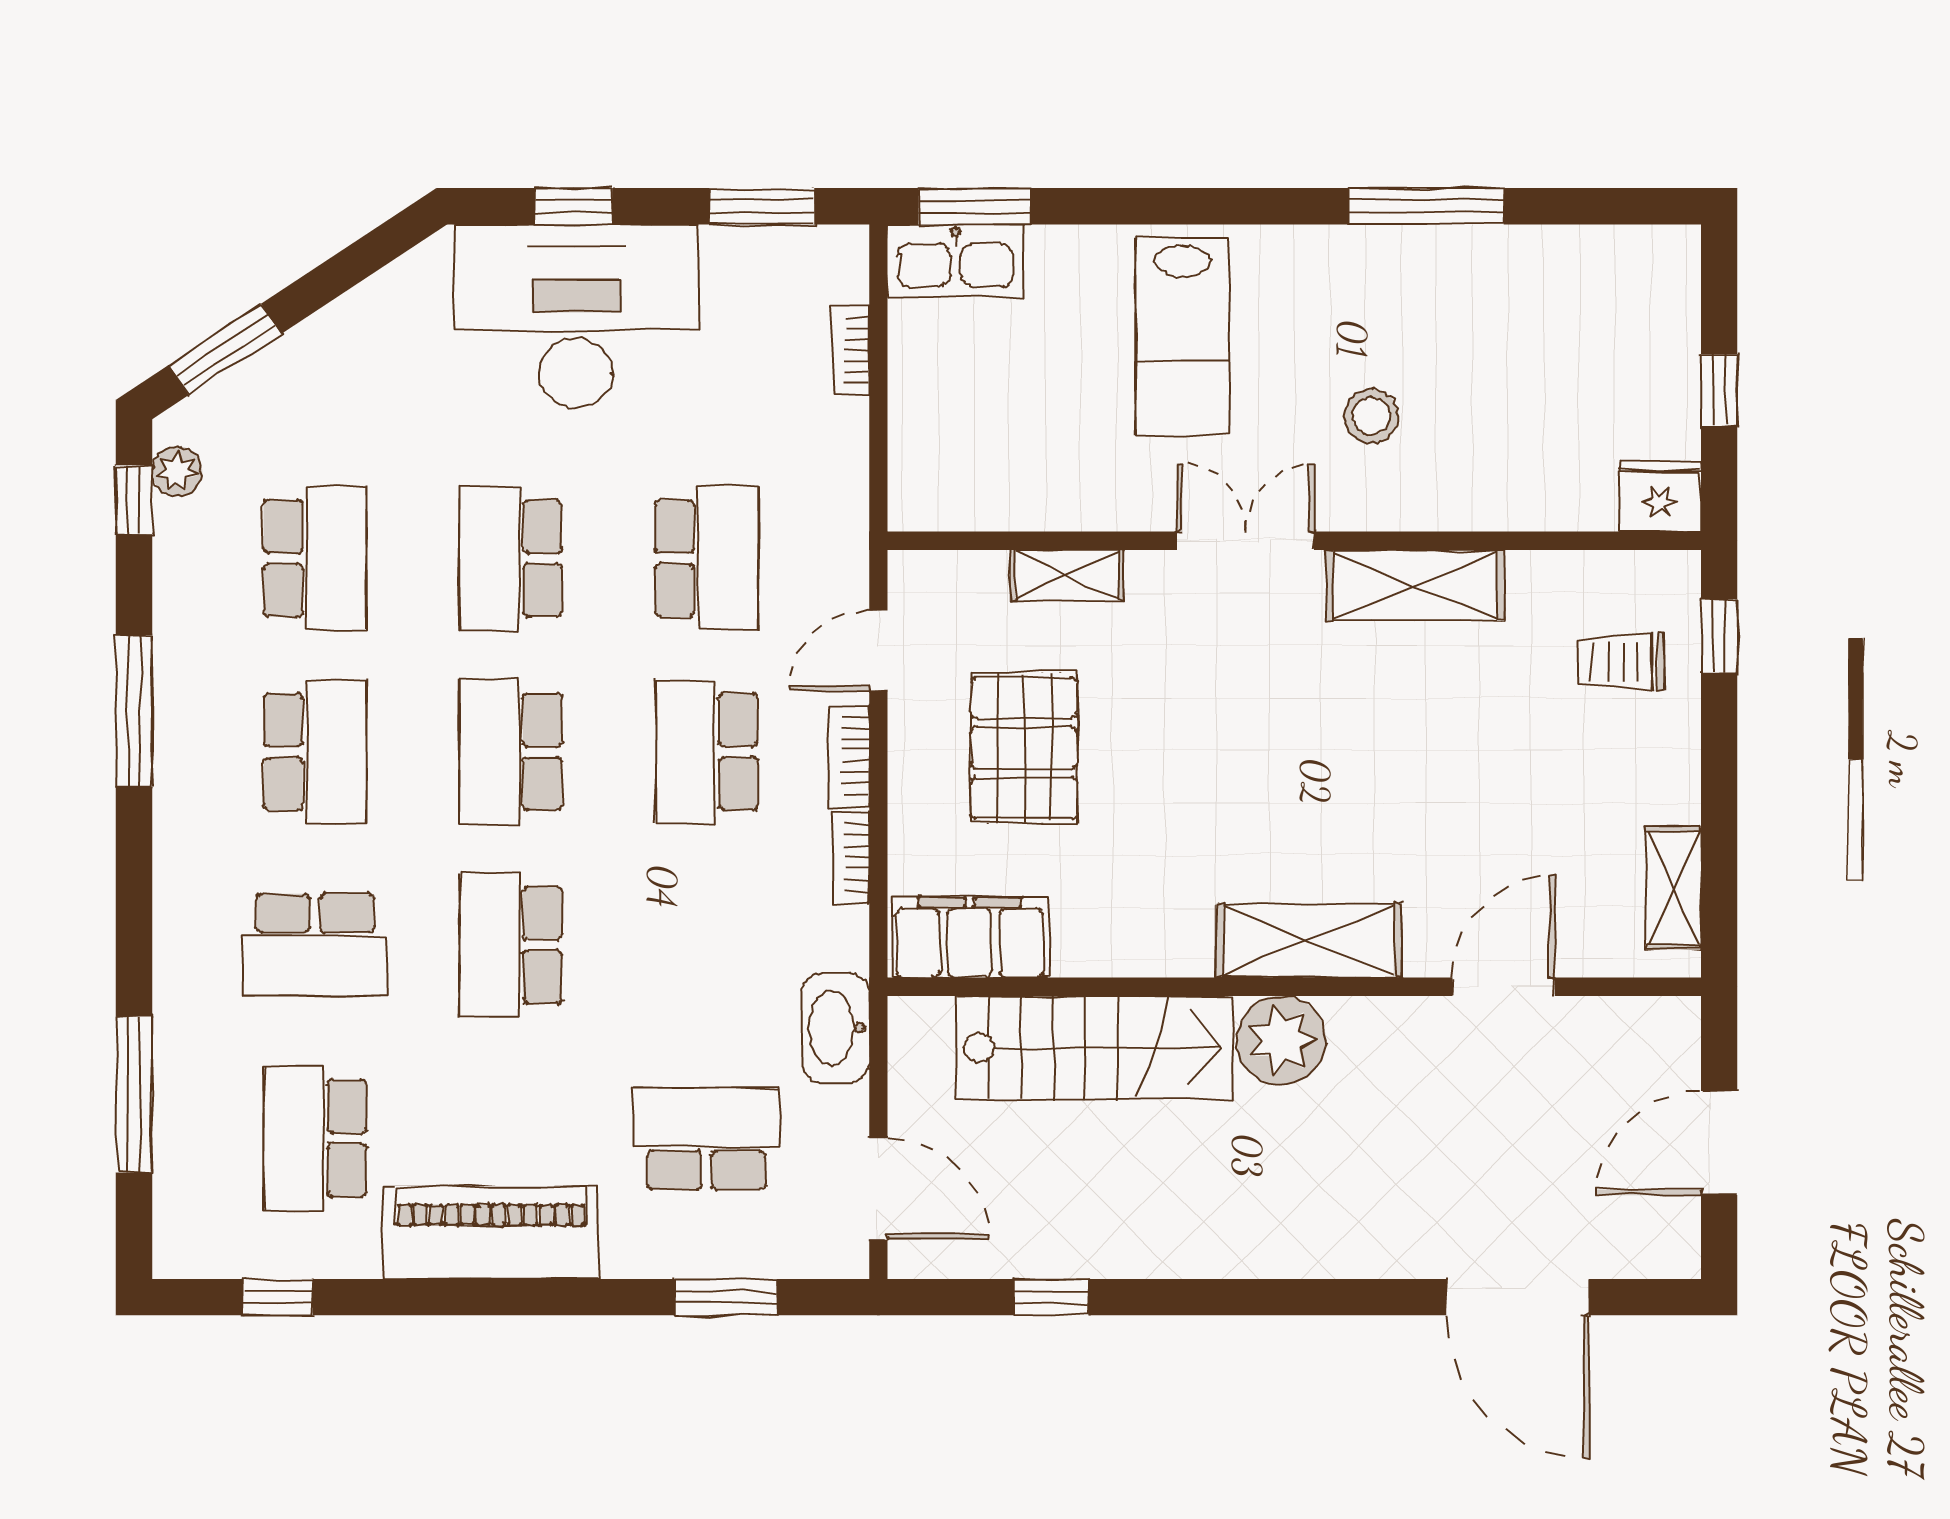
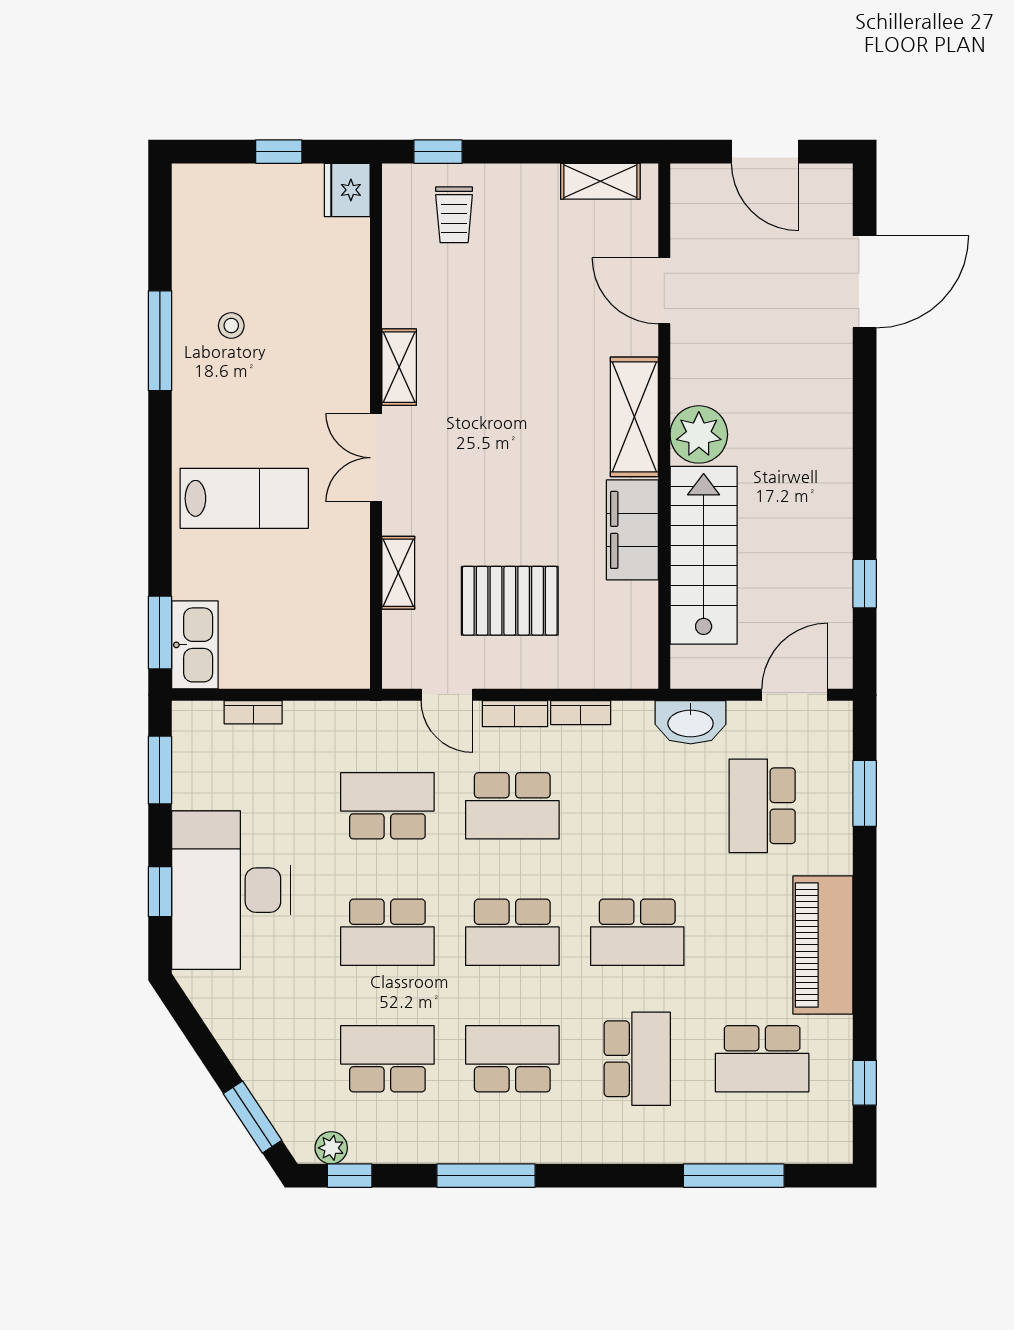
stool: (1371, 416) -> (231, 326), moved, width x0.73, depth x0.73
shelving: (1415, 585) -> (399, 367), width x0.67, depth x0.75
filing cabinet: (970, 938) -> (632, 530), moved

